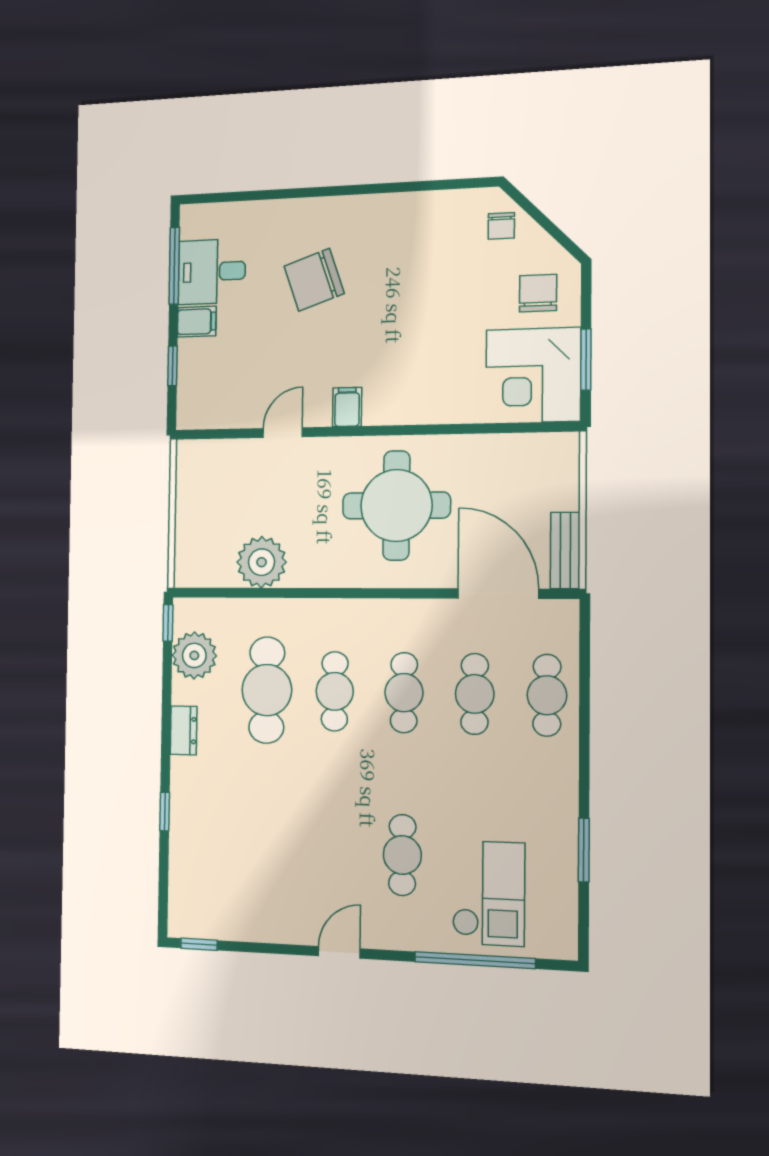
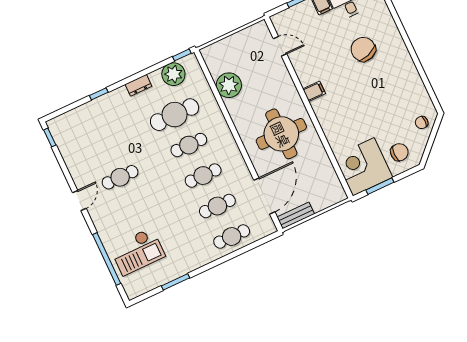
door: (283, 433) -> (280, 46), moved
cafe table: (402, 855) -> (120, 177), moved
door: (339, 952) -> (79, 201), hinge flipped

